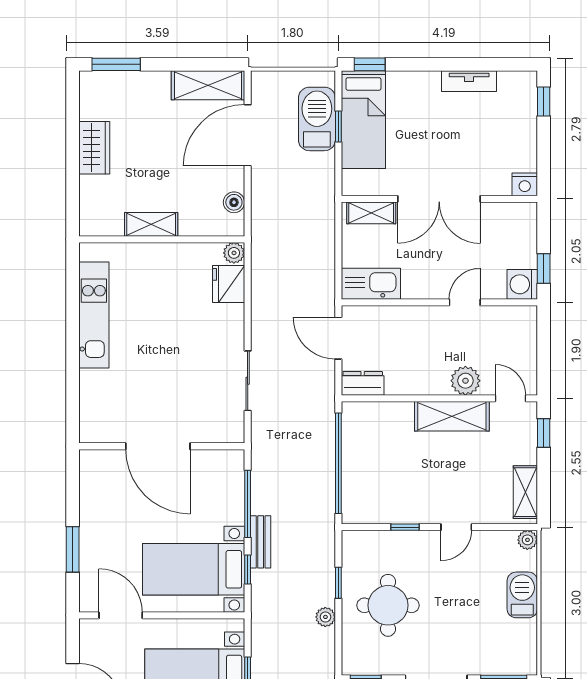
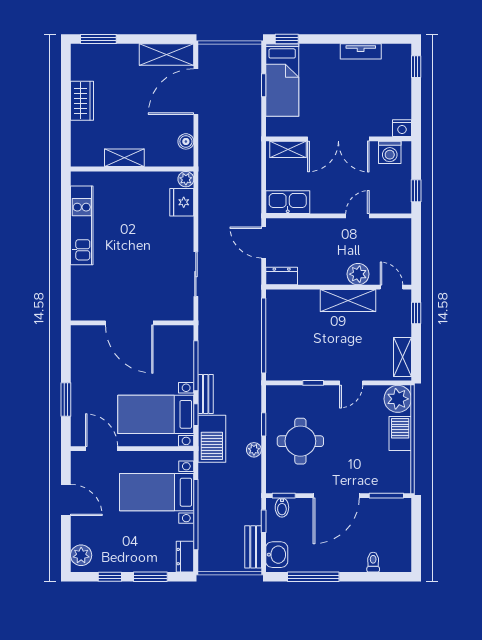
barbecue: (317, 119) -> (212, 439), moved, turned 180
washing machine: (522, 284) -> (390, 152), moved, turned -90
plant: (527, 540) -> (398, 399), width x1.88, depth x1.88

